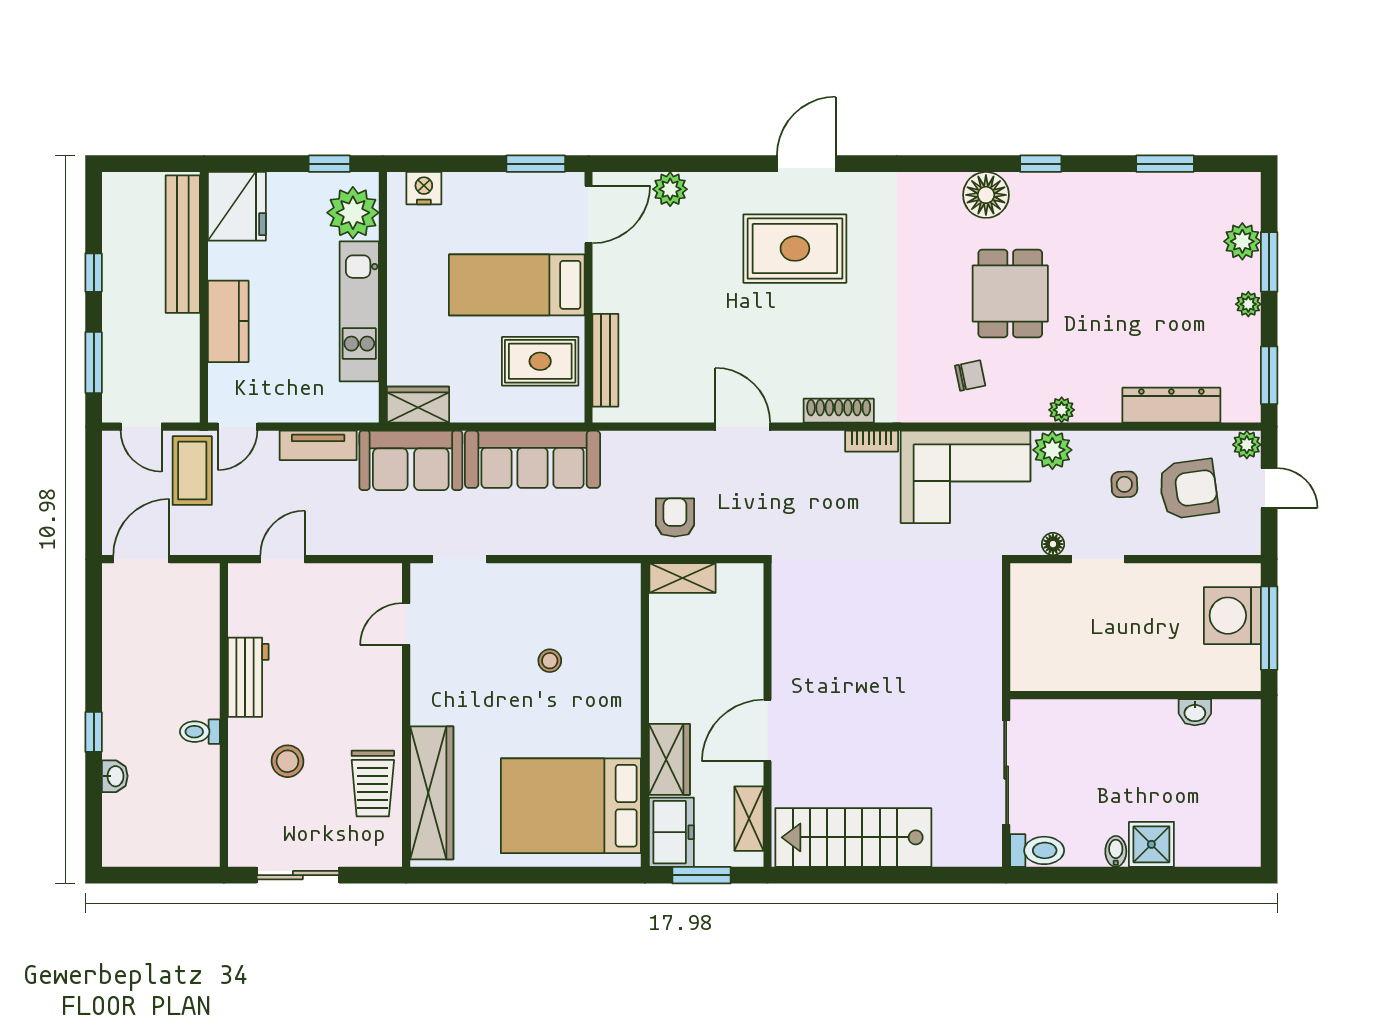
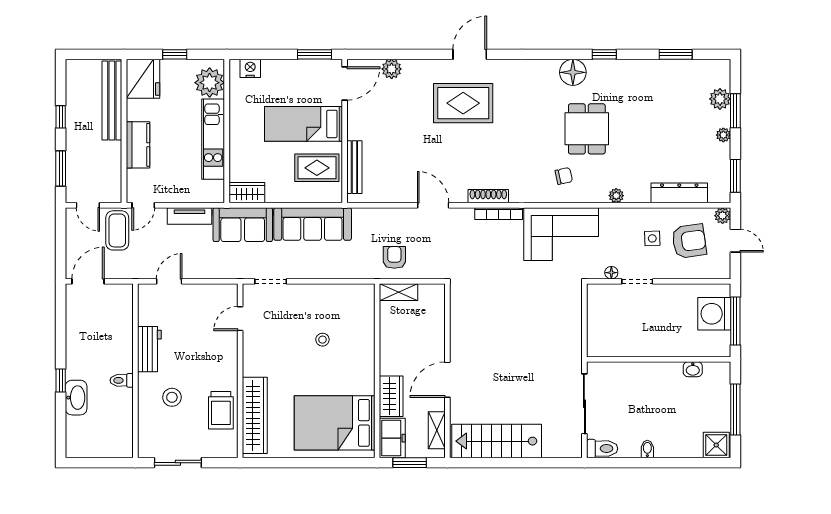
window: (329, 164) -> (175, 54), moved
bookcase: (872, 441) -> (499, 214), width x1.56
plant: (1052, 450) -> (611, 219), removed
washbasin: (115, 776) -> (76, 398), width x1.91, depth x1.45
window: (1269, 782) -> (735, 409), added
shower: (1151, 844) -> (716, 445), moved

